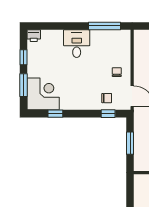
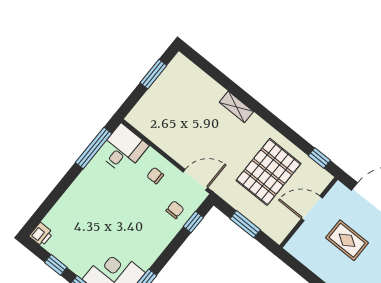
desk: (77, 44) -> (123, 149), moved, turned 90

